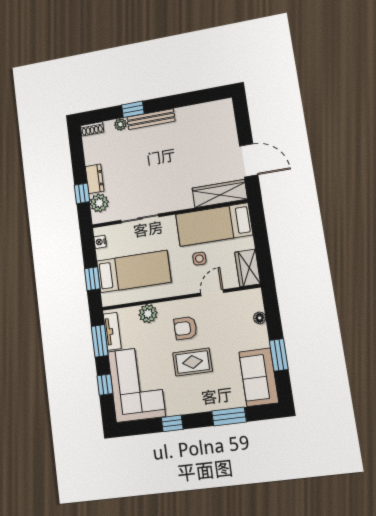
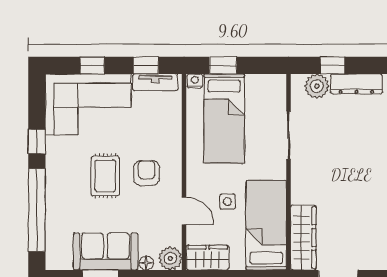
dresser: (95, 179) -> (356, 84), width x1.44
nightstand: (100, 242) -> (195, 81), moved
plant: (148, 314) -> (170, 258), moved
window: (100, 341) -> (146, 65), width x0.67
sofa: (259, 377) -> (105, 251), moved
window: (229, 416) -> (37, 210), width x2.11

